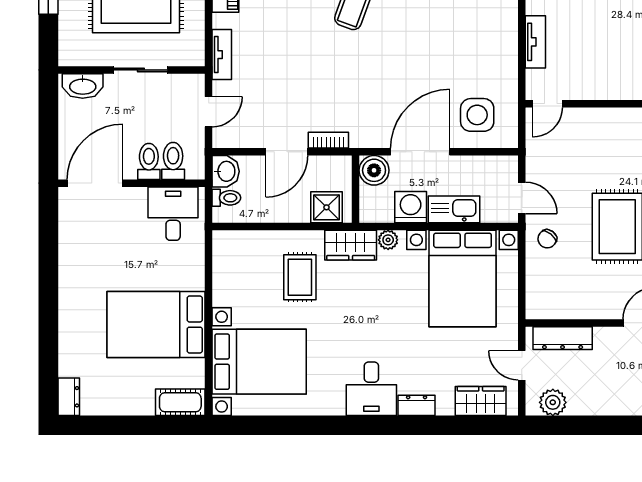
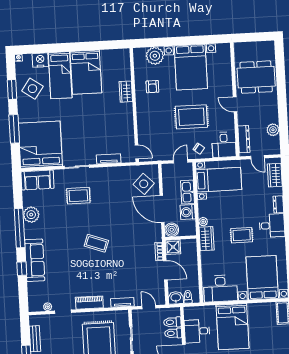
side table: (477, 115) -> (144, 184), turned 45
shower: (326, 207) -> (173, 247), moved
desk: (173, 214) -> (197, 331), moved
desk: (241, 270) -> (220, 288), added
rug: (300, 277) -> (242, 235), moved
bed with nightstands: (463, 279) -> (219, 180), width x0.73
desk: (553, 294) -> (224, 145), added
bed: (156, 325) -> (232, 327), moved
door: (522, 365) -> (257, 157), hinge flipped
plant: (553, 402) -> (273, 130), moved

